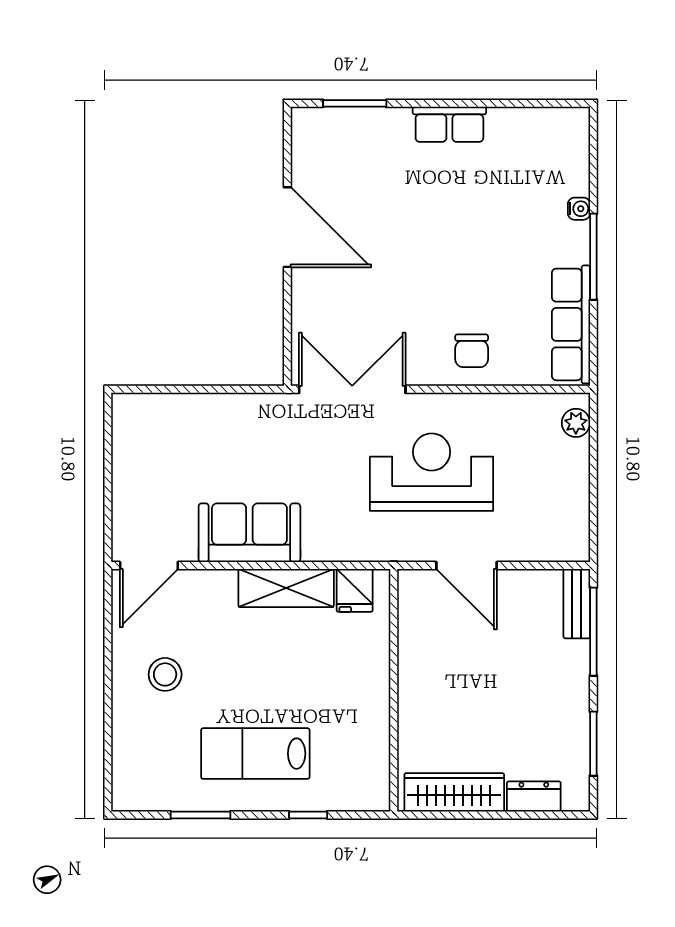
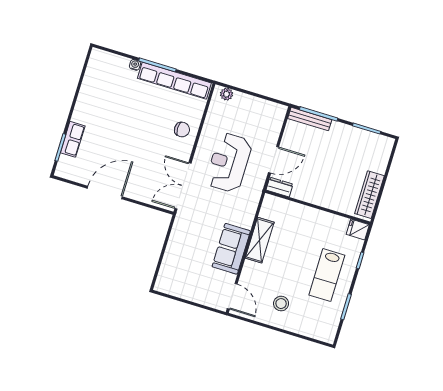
row of seats: (449, 124) -> (73, 139), moved
row of seats: (571, 324) -> (174, 81), width x1.36
fridge: (355, 590) -> (358, 230), moved, turned 180
bench: (577, 604) -> (310, 119), width x1.36
dresser: (534, 796) -> (280, 187), moved, turned 90

